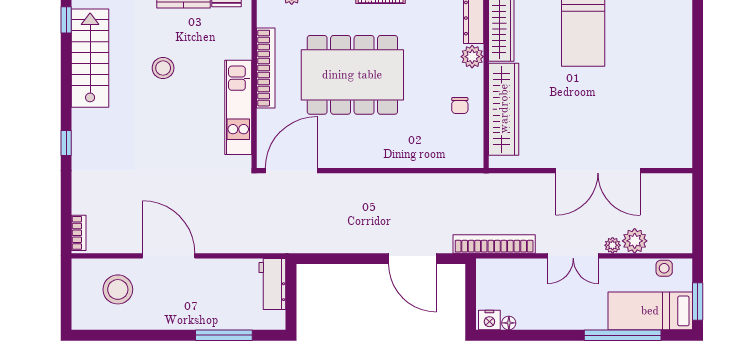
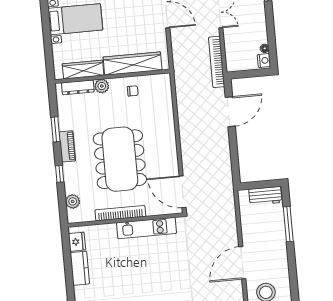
stool: (163, 68) -> (126, 277), removed
workbench: (272, 284) -> (265, 196), moved

